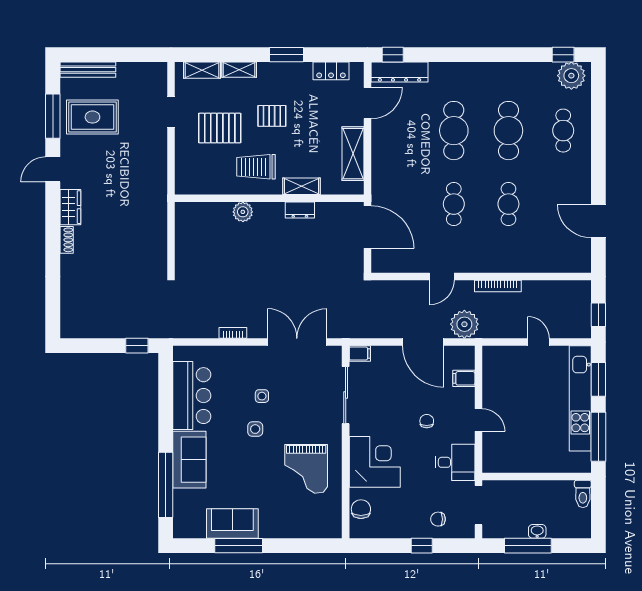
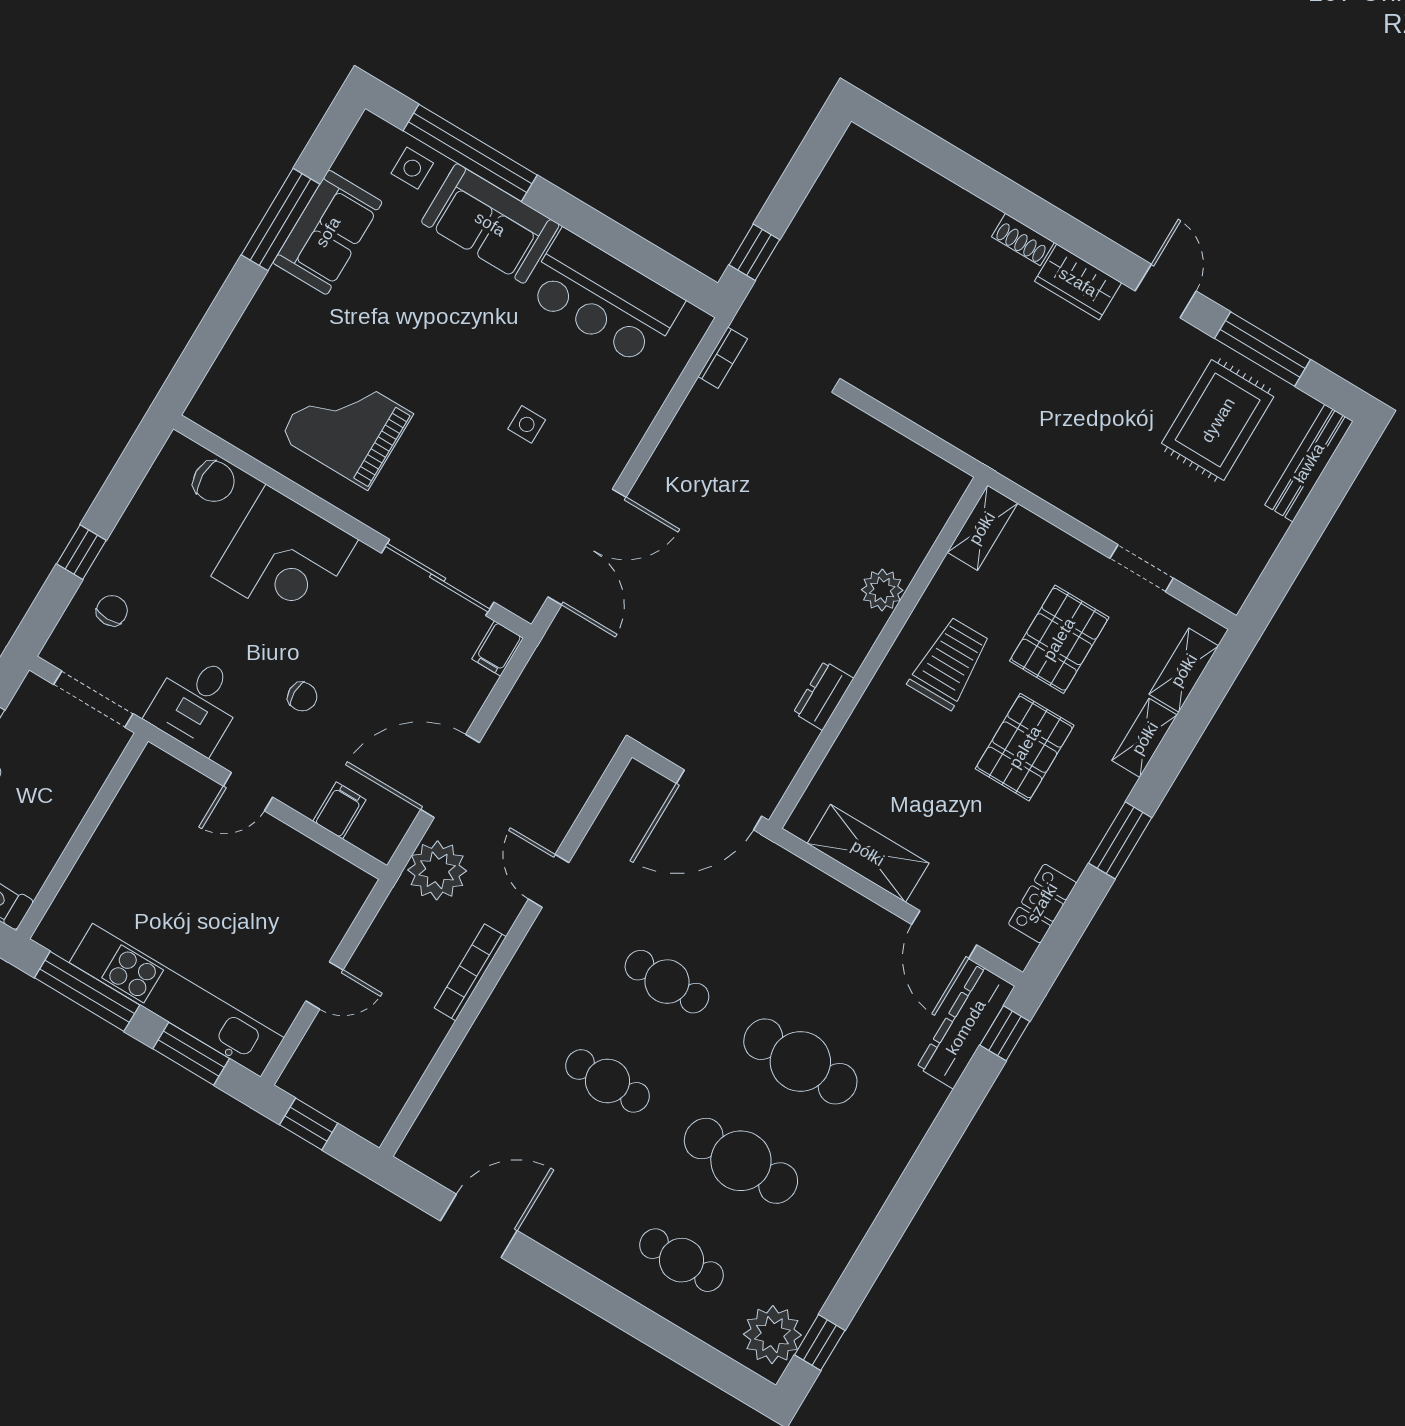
pallet: (272, 116) -> (1025, 747), width x1.50, depth x1.42
shelving: (301, 186) -> (982, 528), moved
bookcase: (233, 333) -> (723, 358), moved
side table: (255, 429) -> (412, 168), moved

